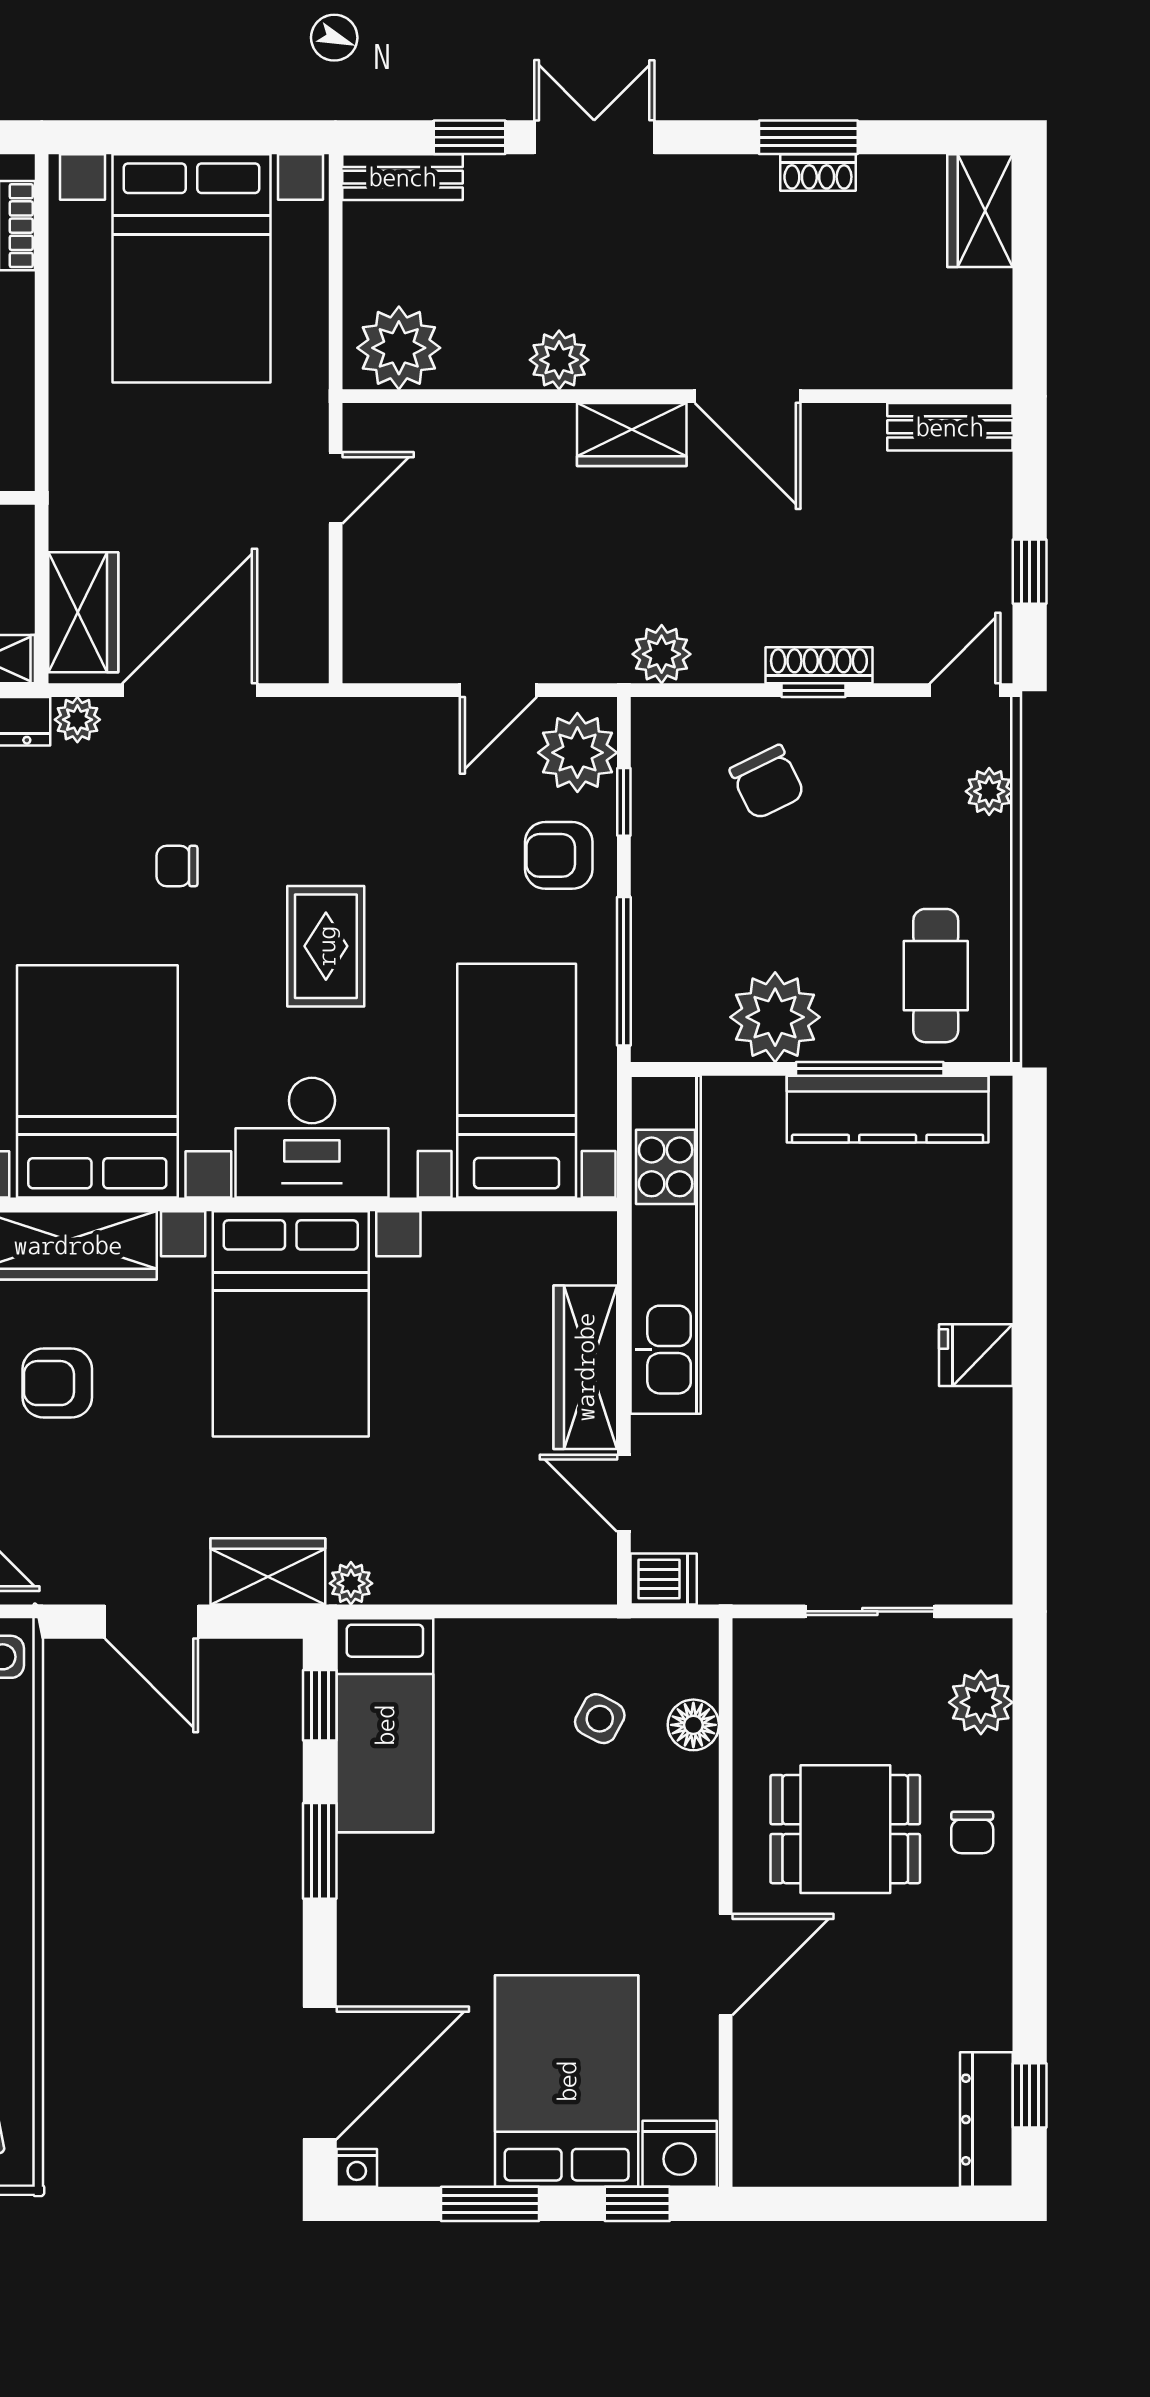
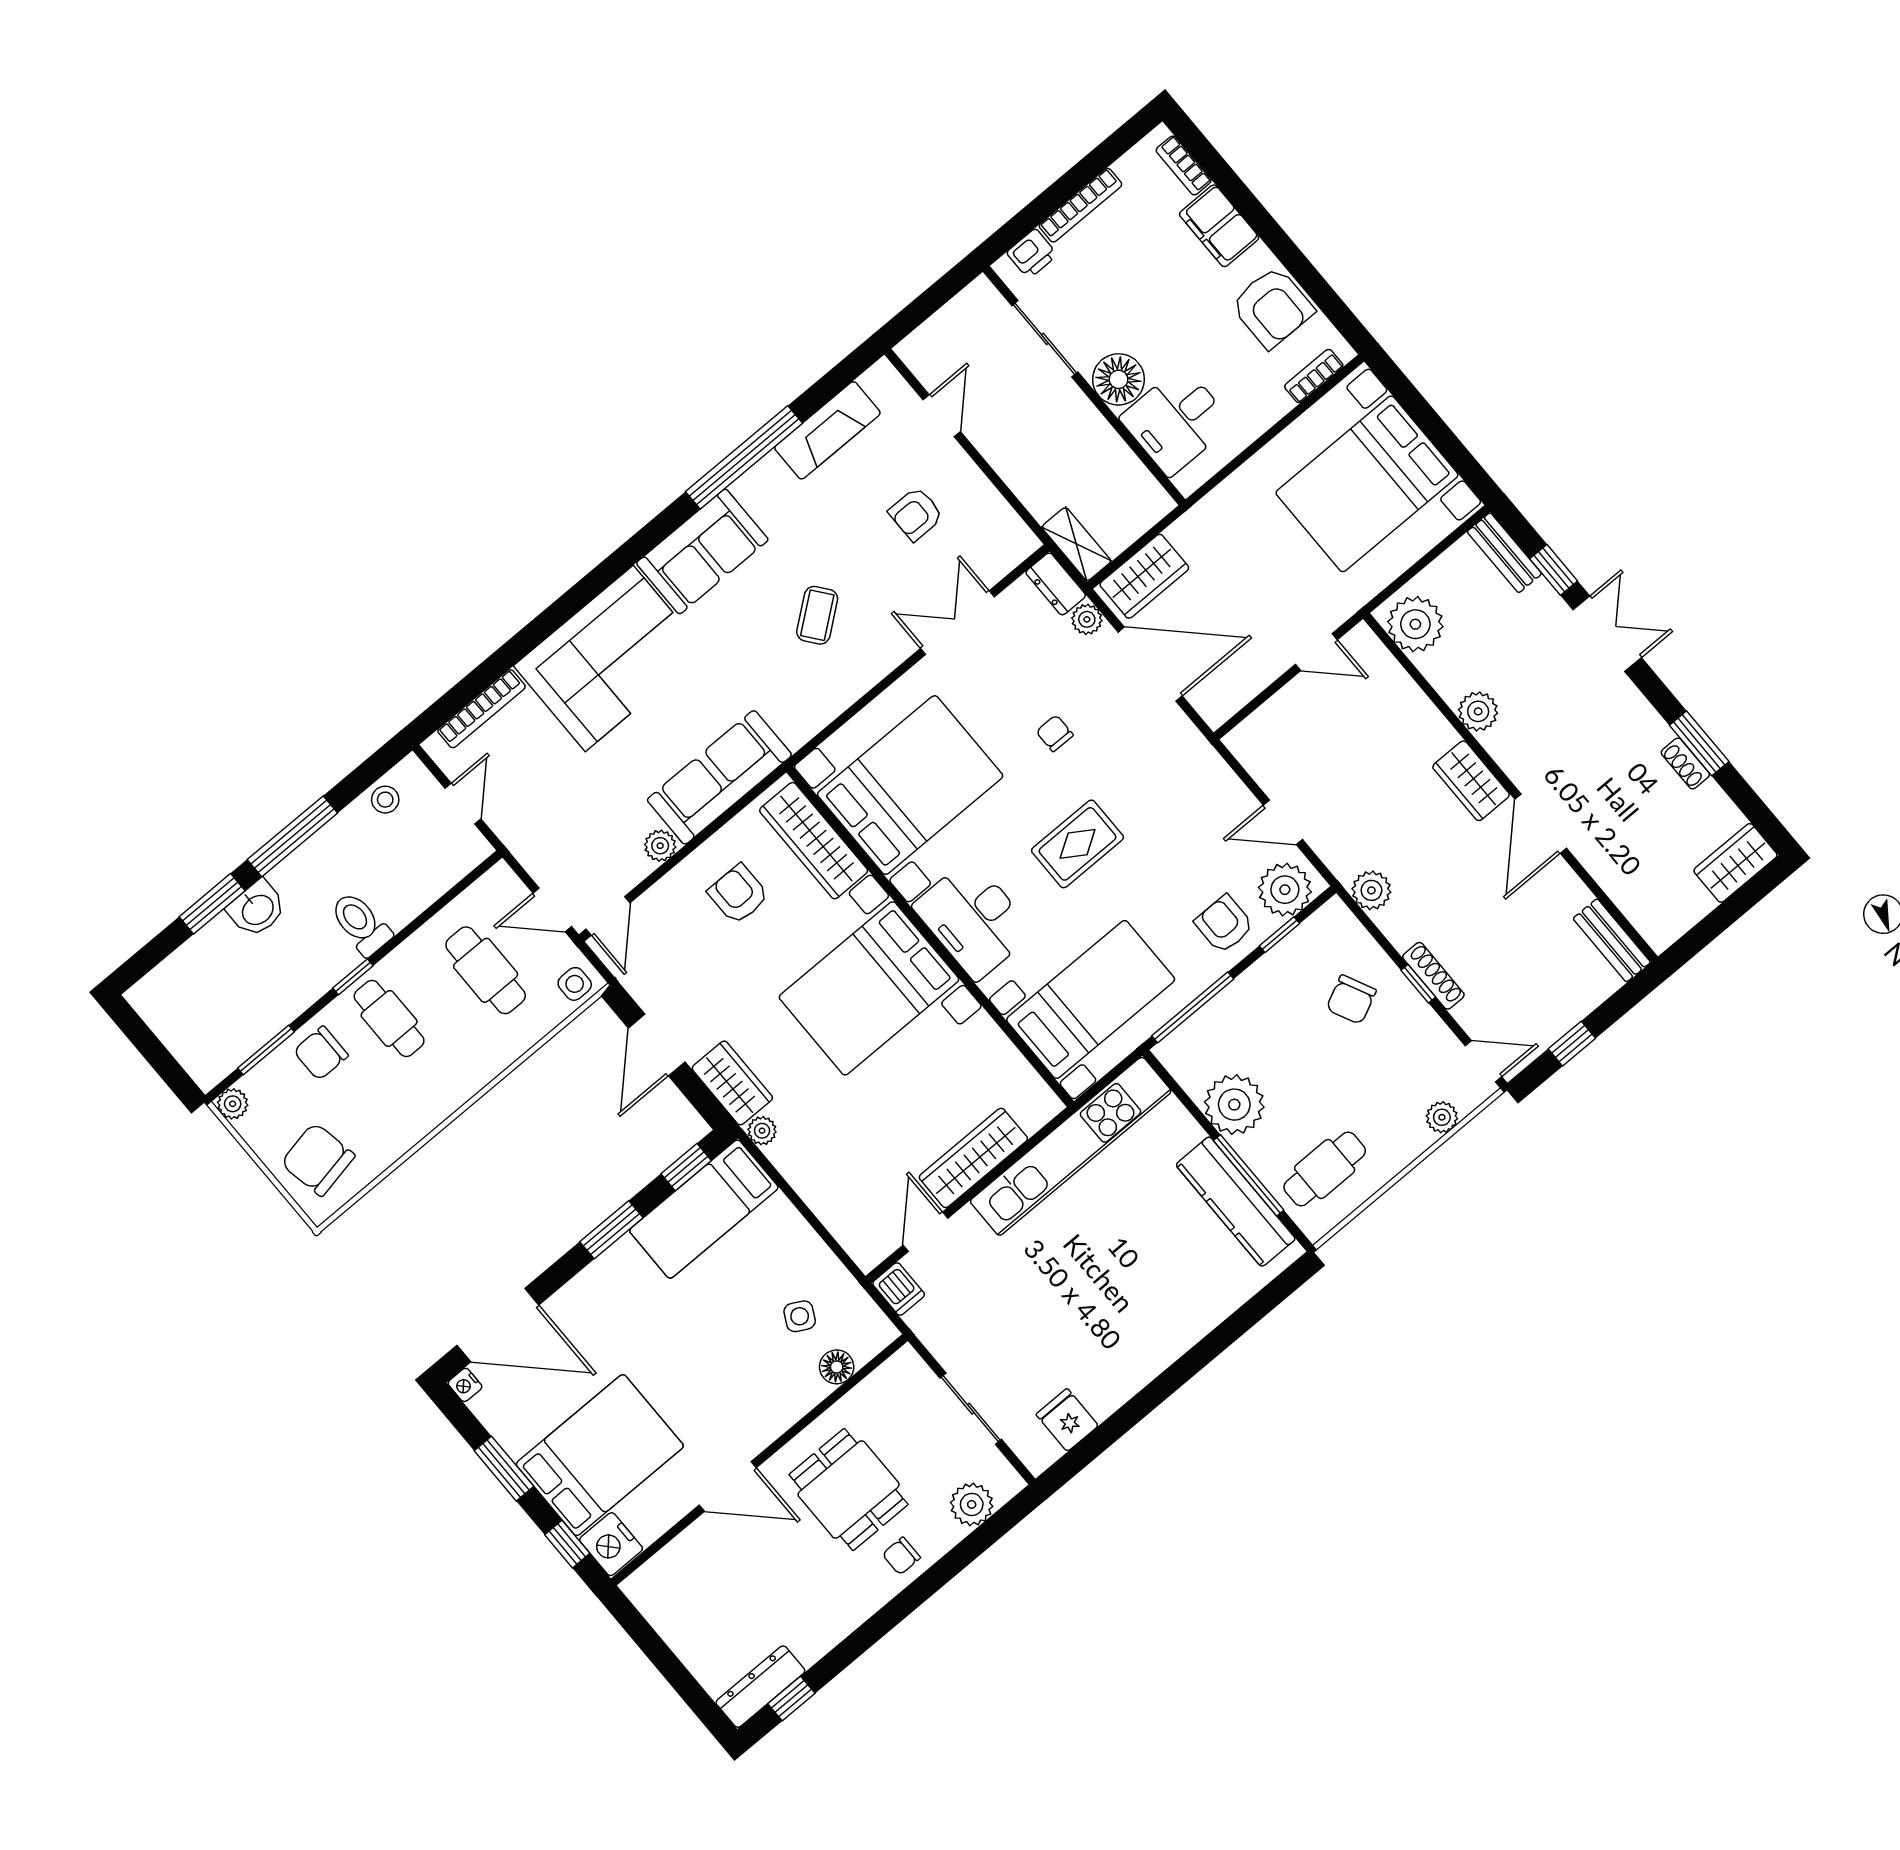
fridge: (976, 1355) -> (1067, 1420), moved

